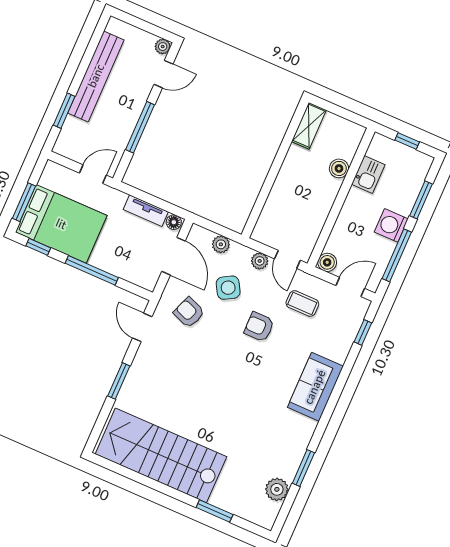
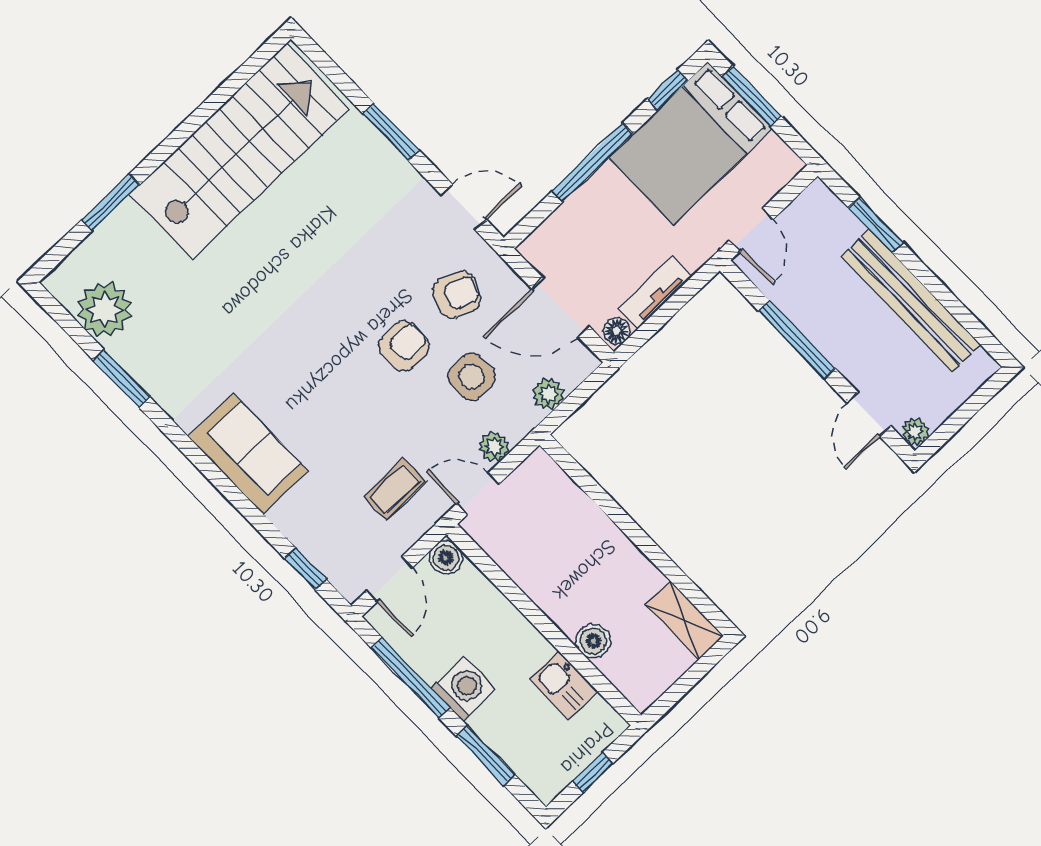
side table: (228, 288) -> (471, 376), turned 30
armchair: (259, 327) -> (404, 346), moved
plant: (277, 489) -> (104, 310), width x1.36, depth x1.36

